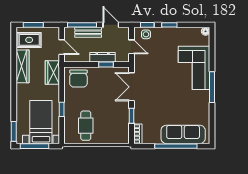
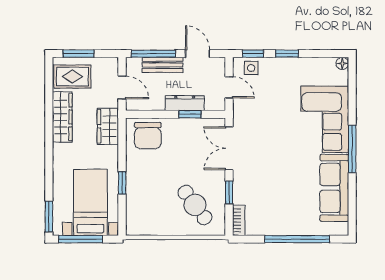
cafe table: (86, 126) -> (195, 205), moved, turned -37
sofa: (183, 134) -> (334, 188), moved, turned -90

